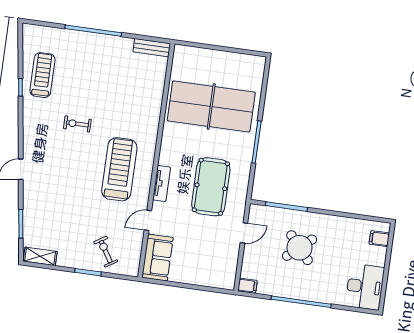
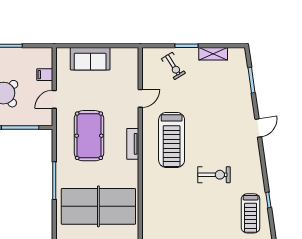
exercise bike: (77, 124) -> (214, 175), width x1.38, depth x1.39
tv unit: (162, 183) -> (133, 144), moved
shelving: (40, 256) -> (213, 54), moved
sofa: (157, 258) -> (90, 59), moved, turned -90
filing cabinet: (247, 286) -> (45, 75), moved

